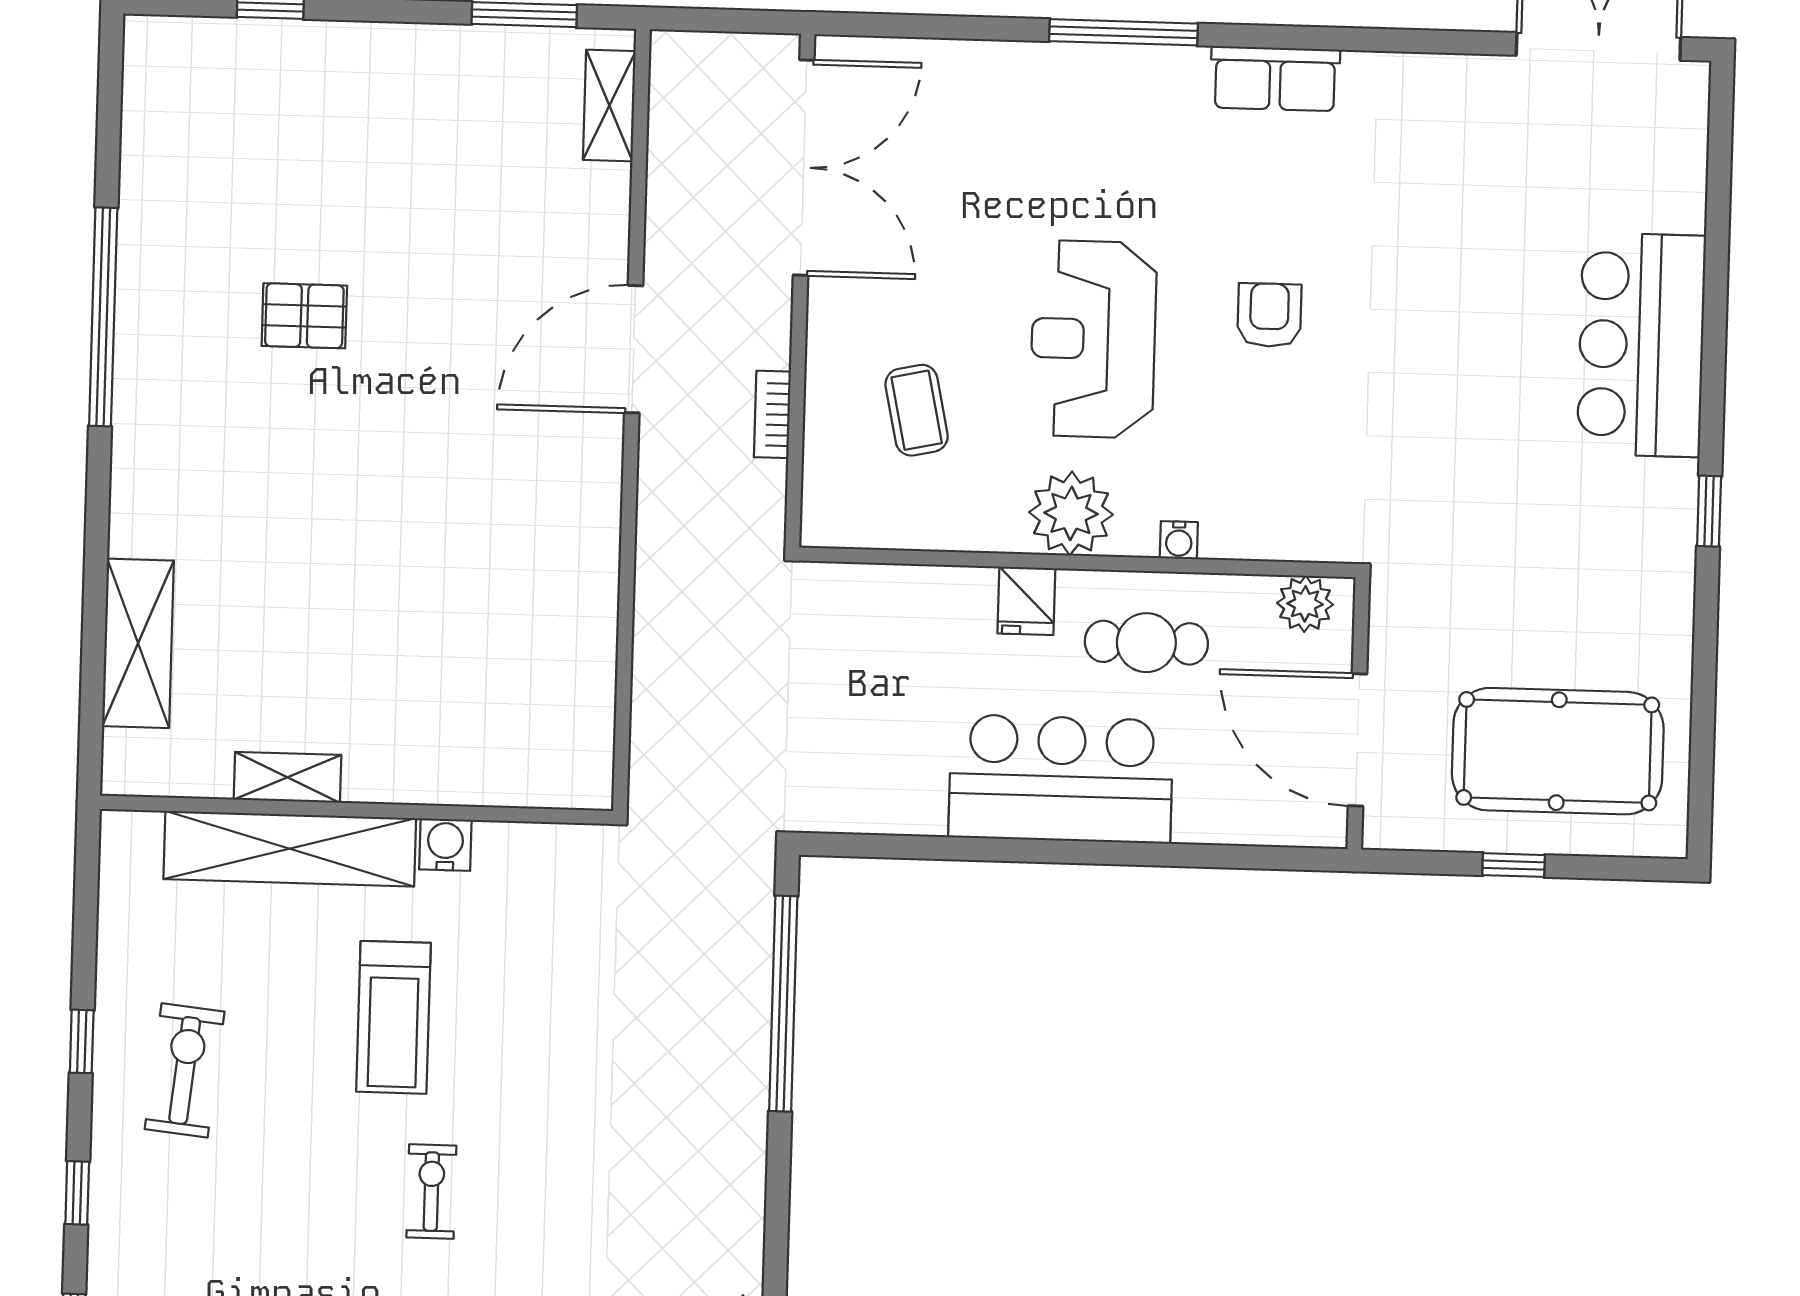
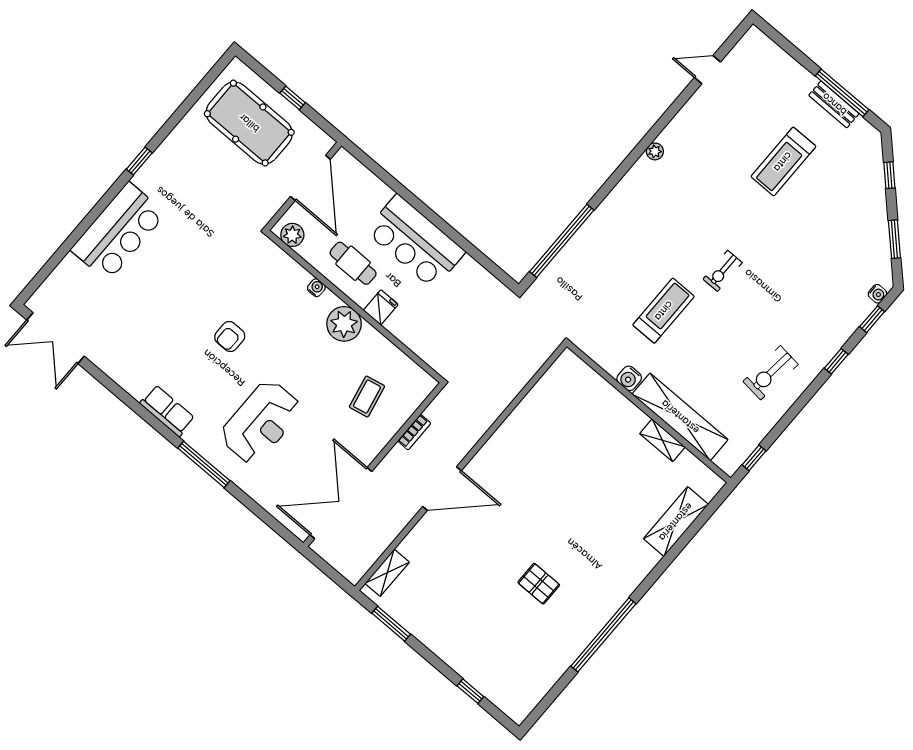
reception desk: (1093, 339) -> (261, 422), moved
treadmill: (393, 1017) -> (664, 311), moved
window: (82, 1041) -> (754, 458), moved

